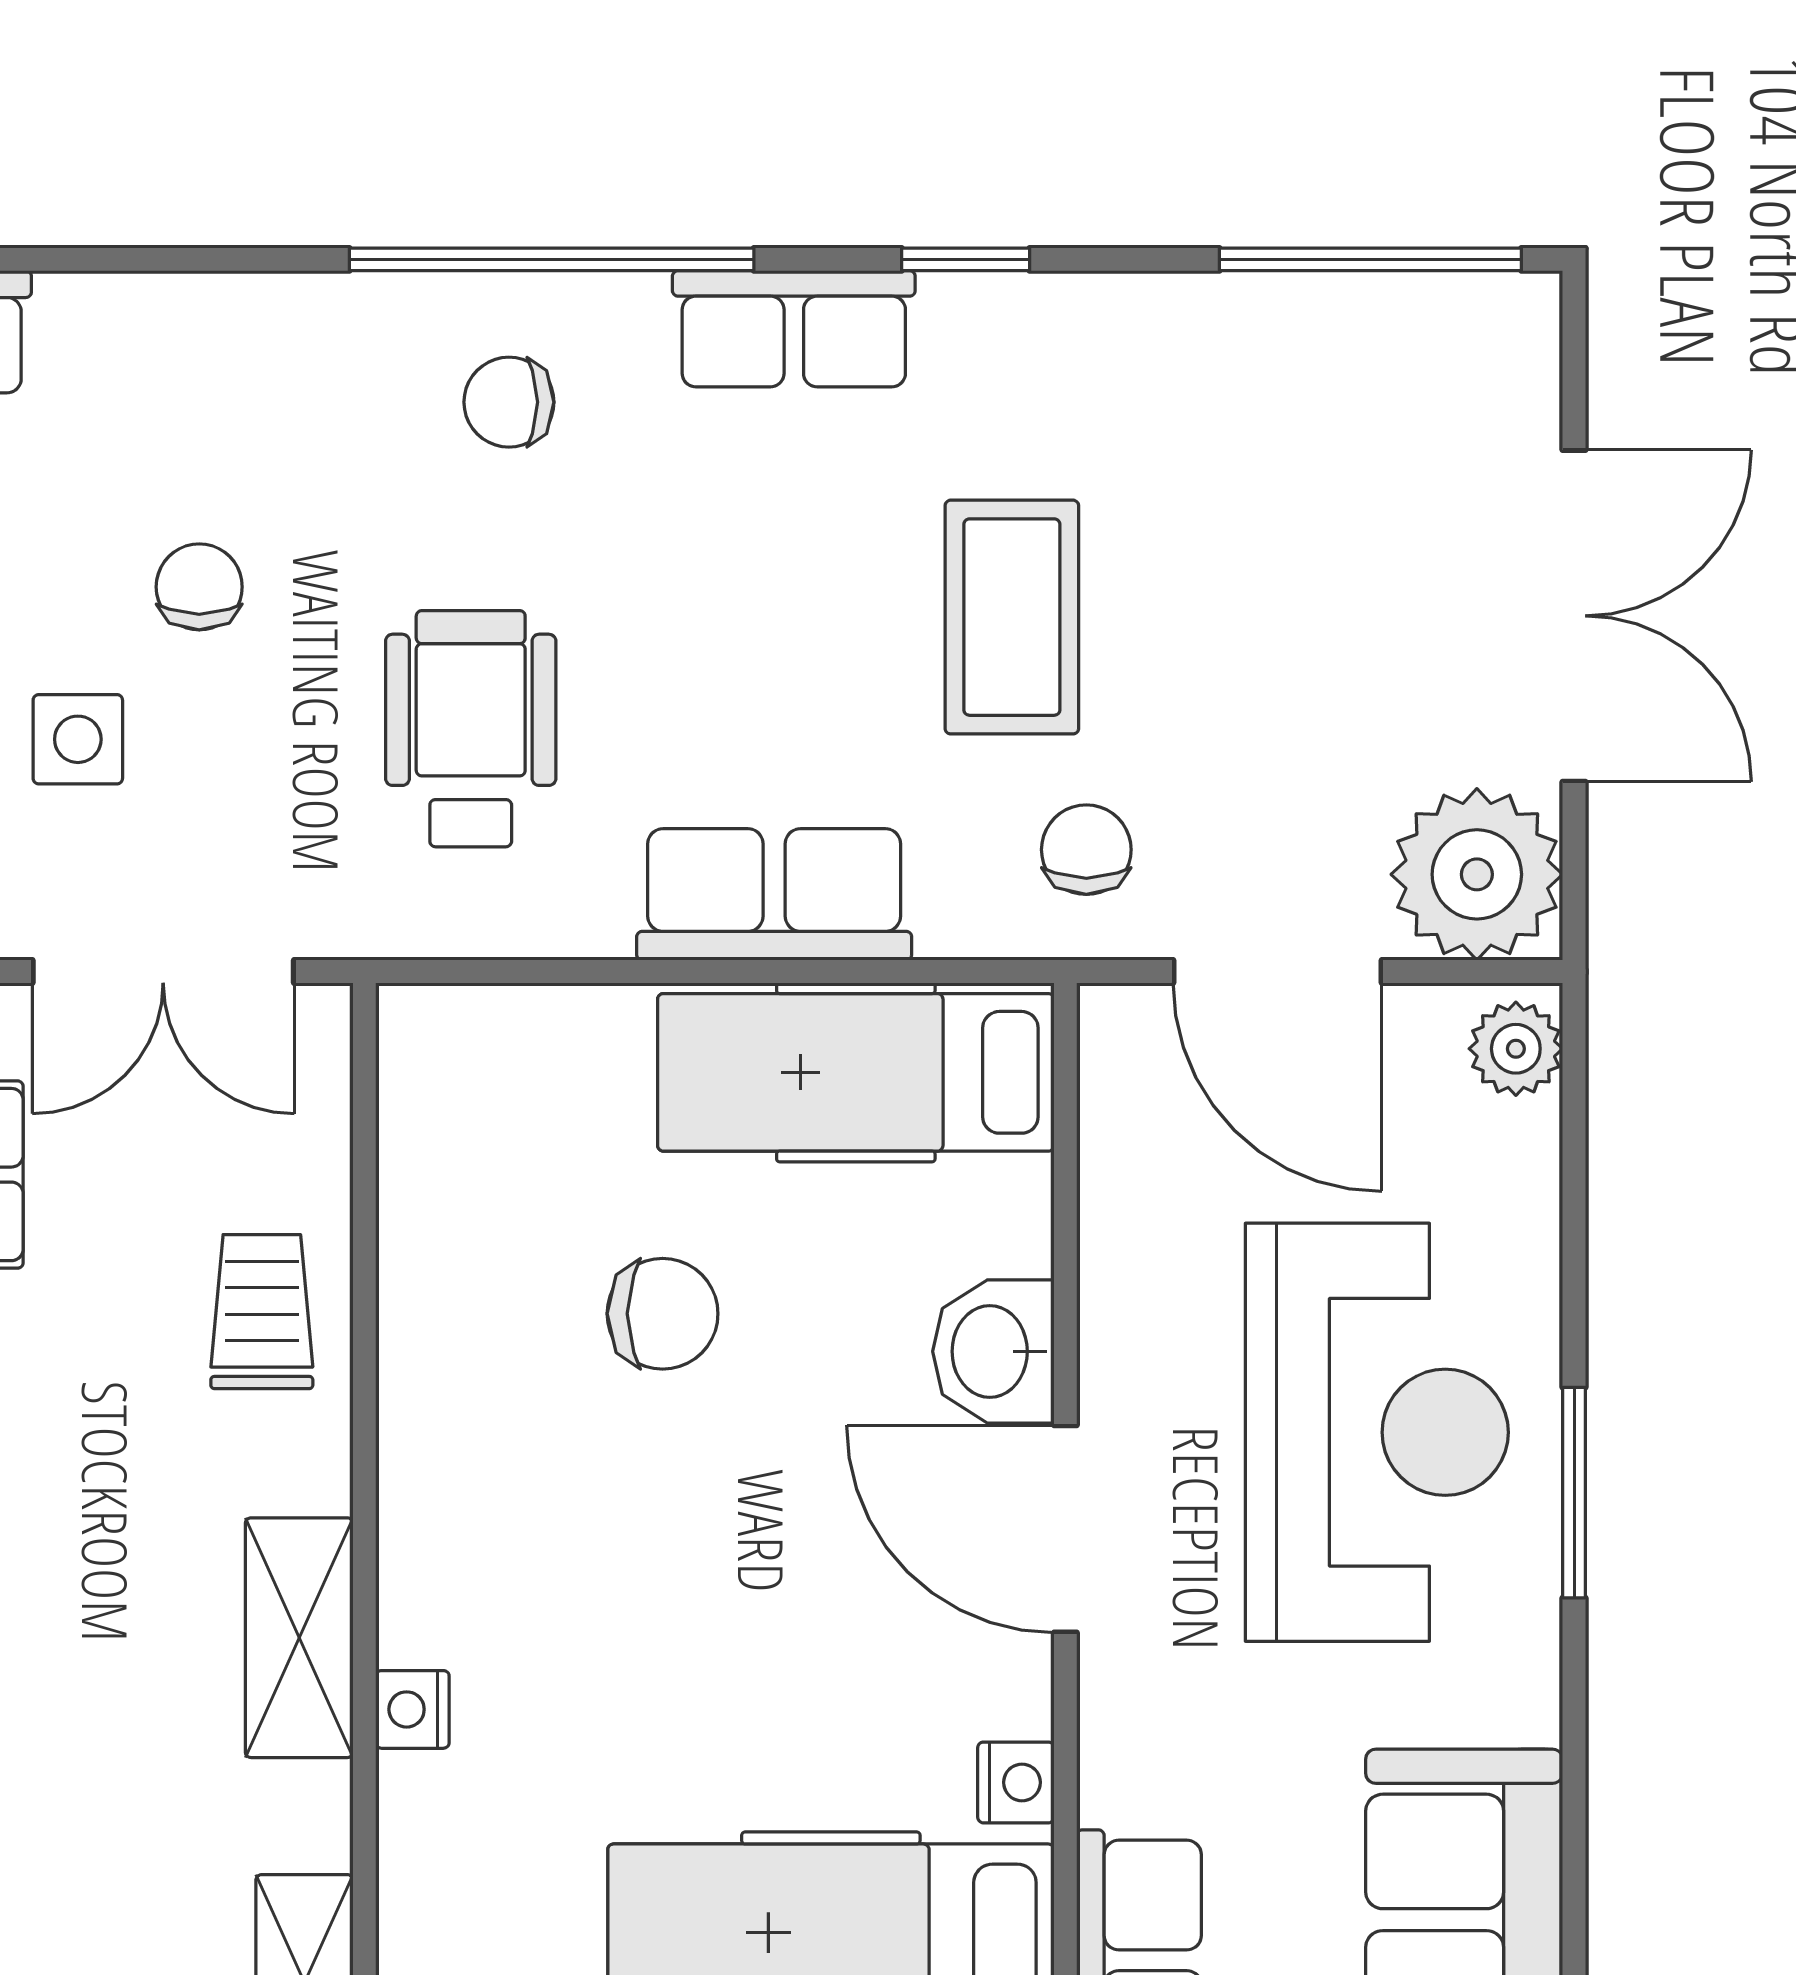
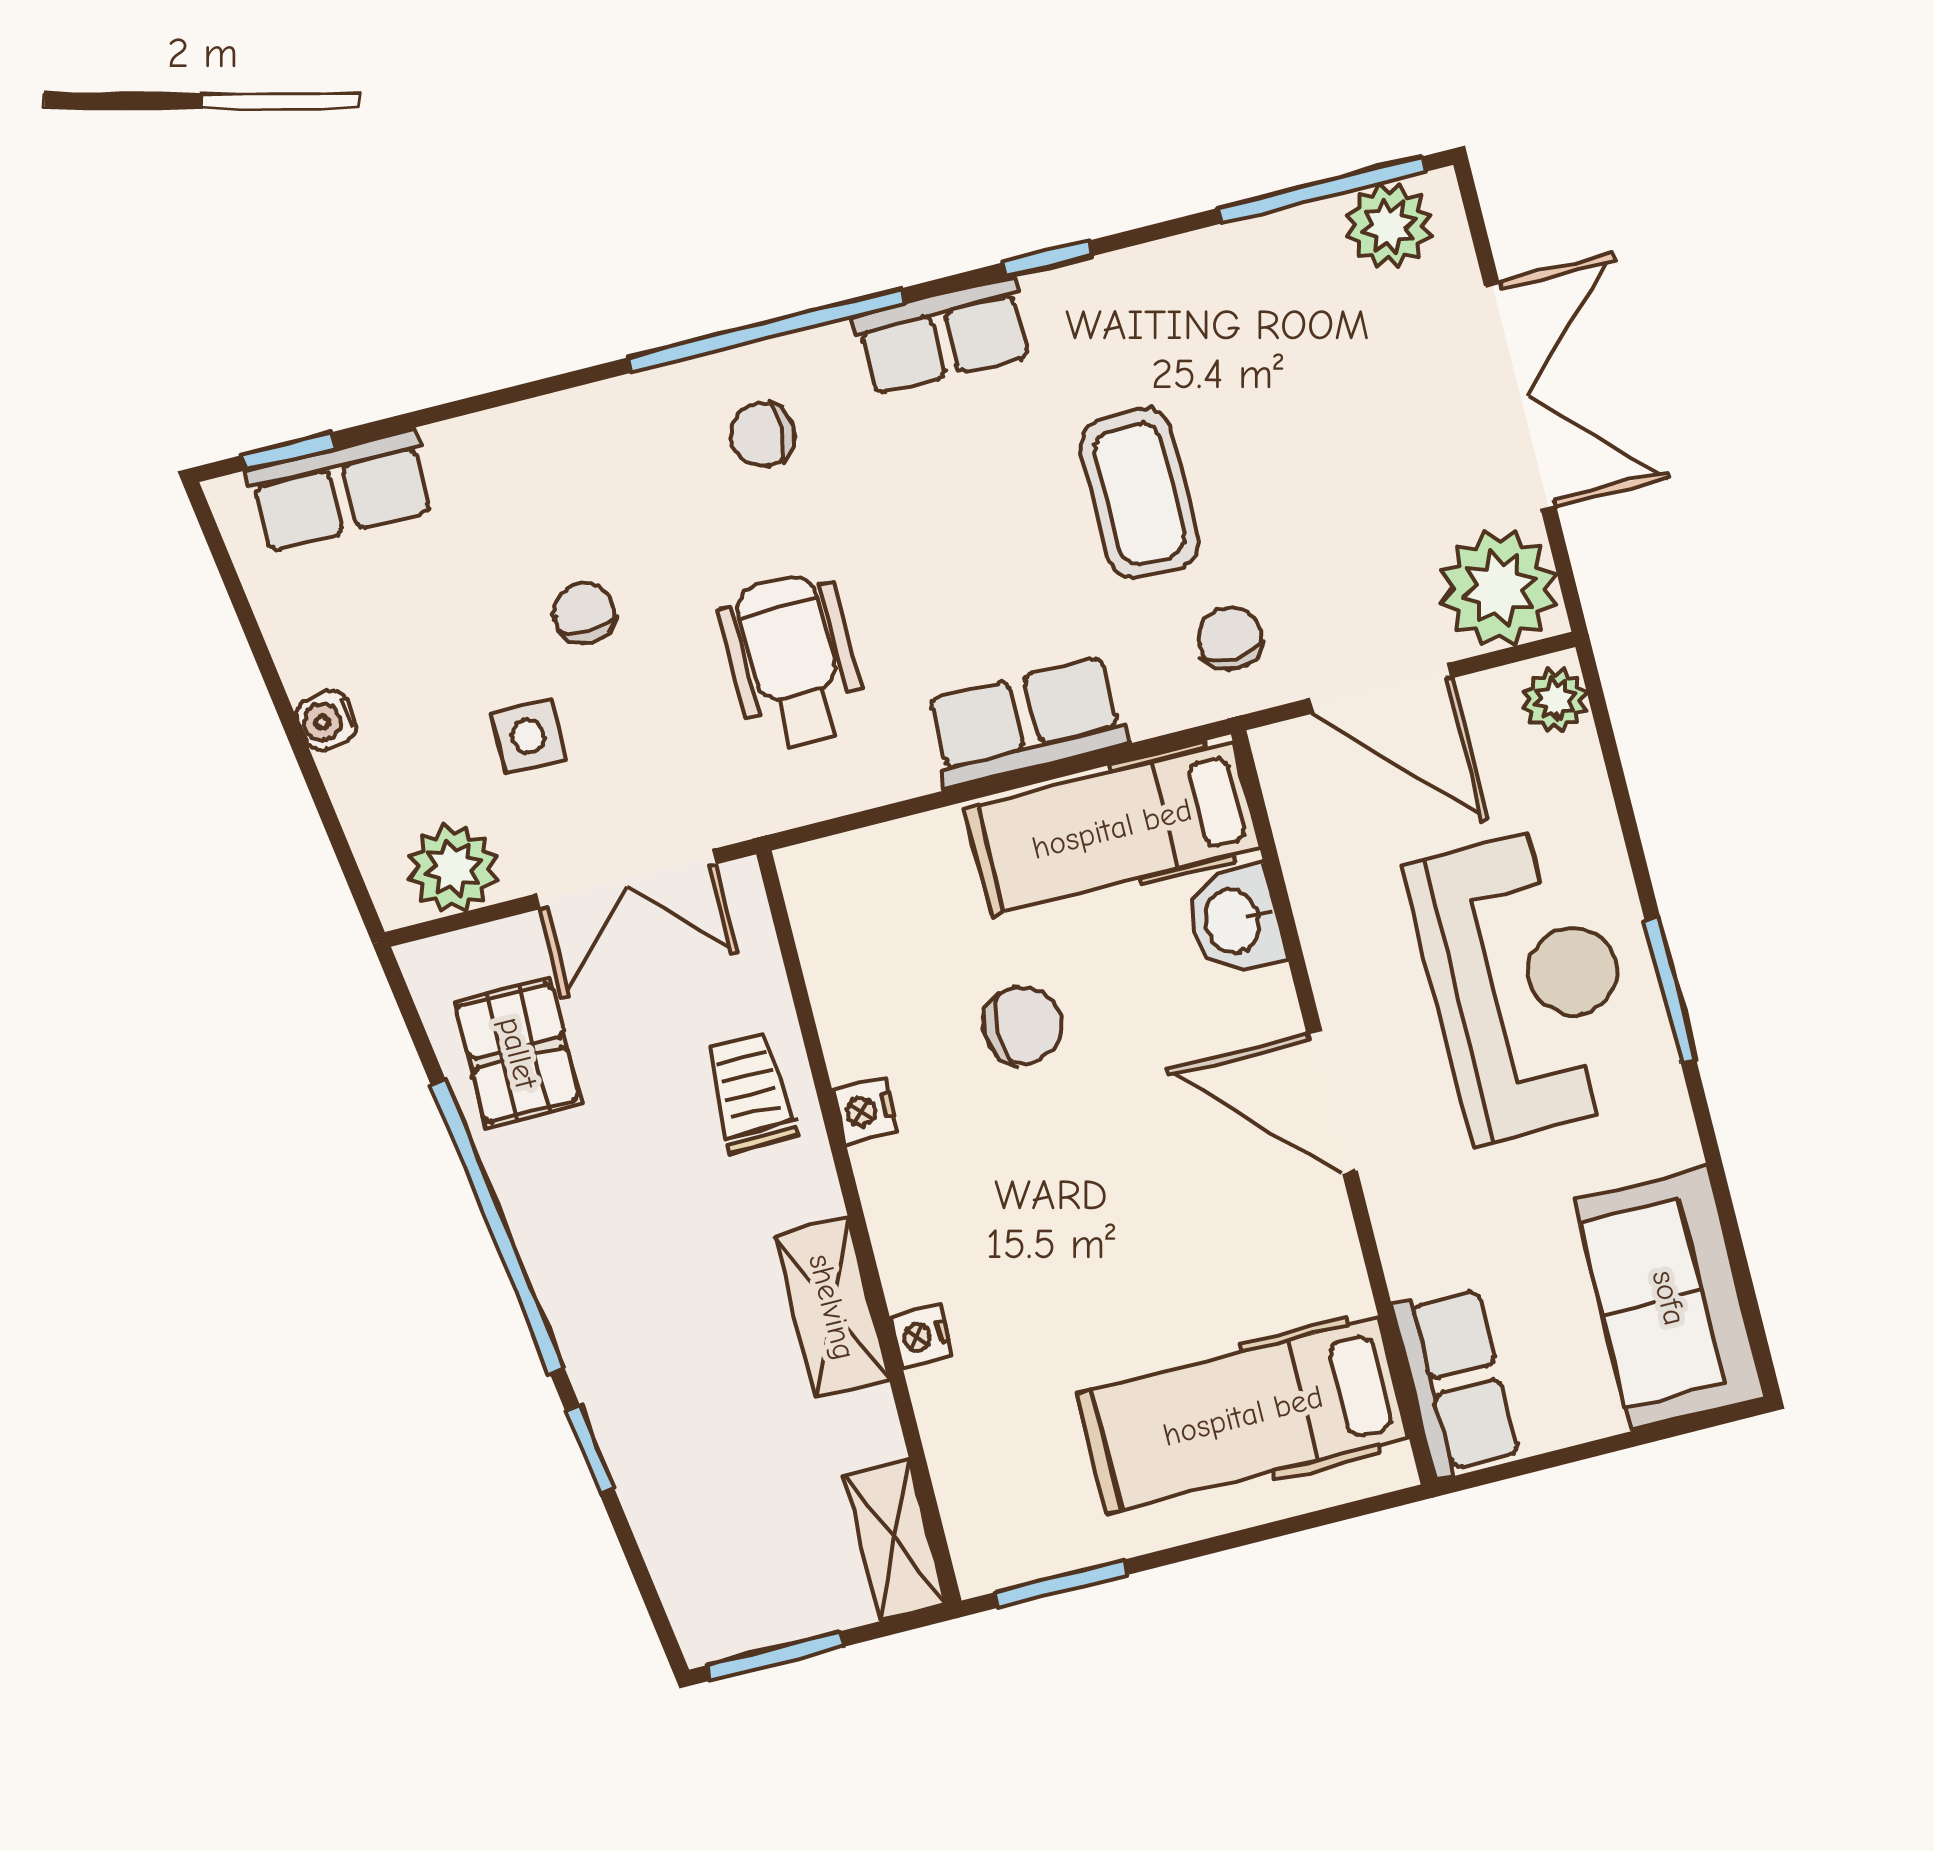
plant: (1452, 332) -> (1389, 225), added
washbasin: (993, 1351) -> (1234, 920), moved
nightstand: (1016, 1782) -> (865, 1111), moved, turned 180

